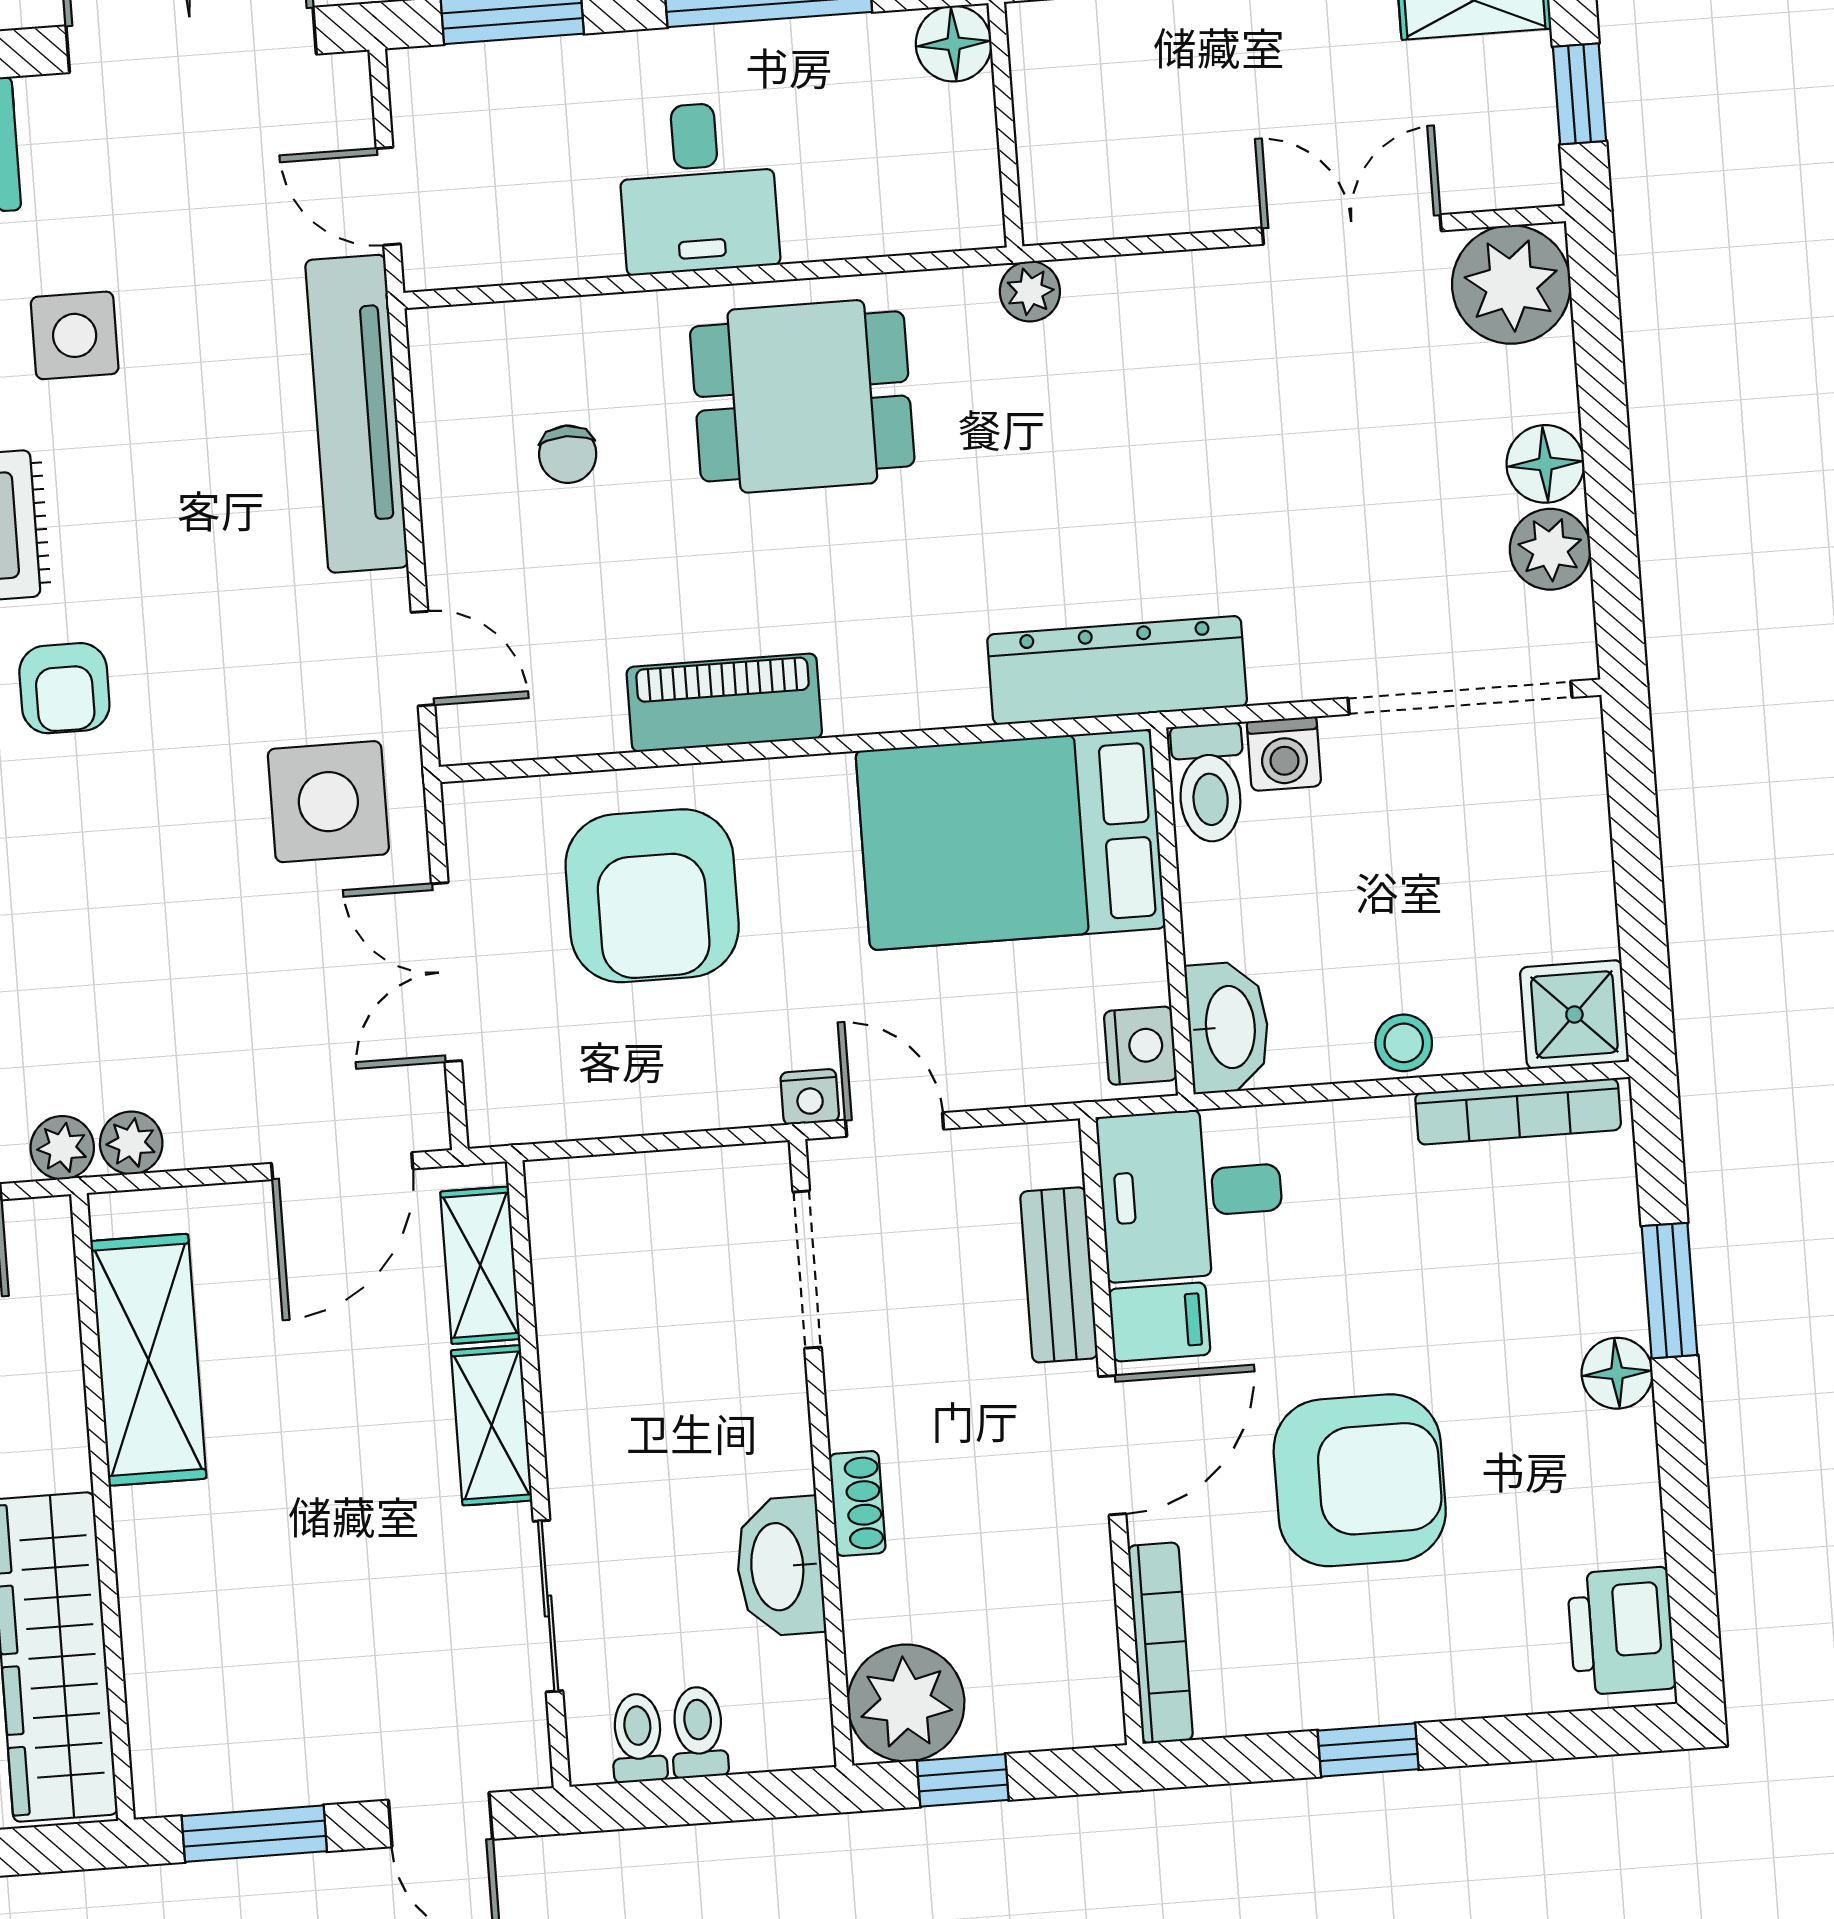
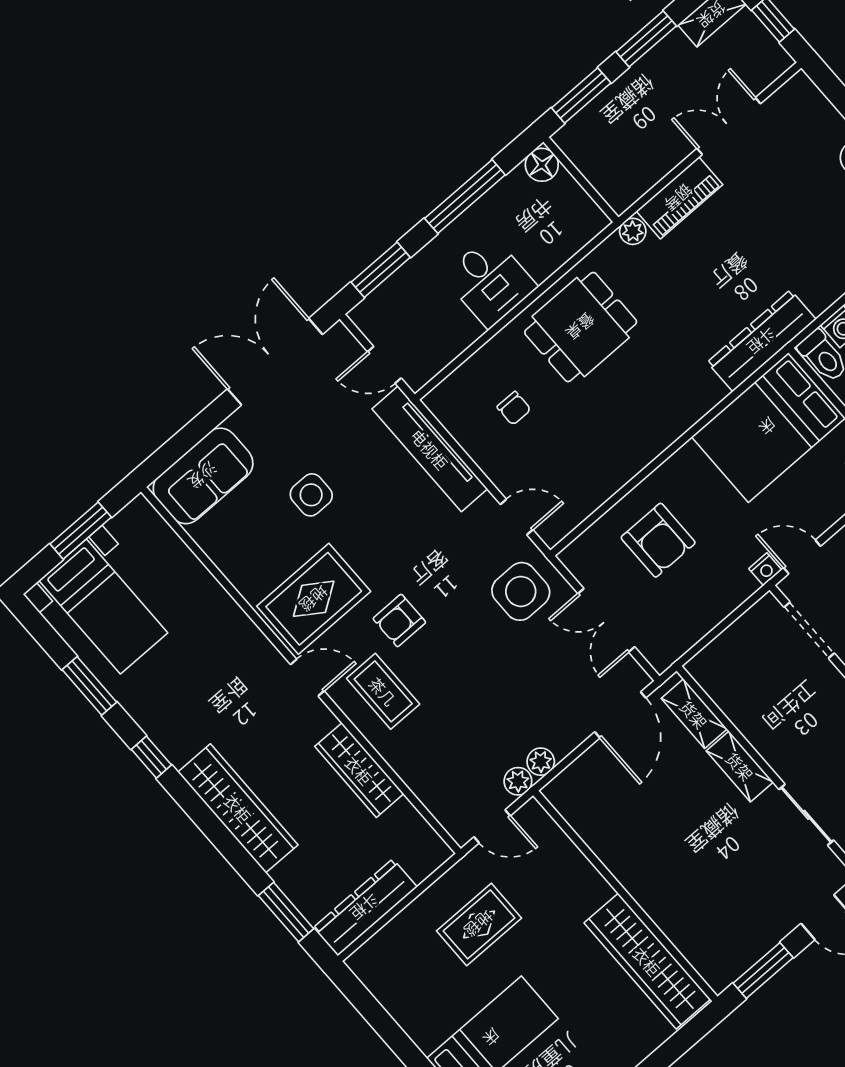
plant: (1511, 285) -> (799, 104), removed
armchair: (64, 688) -> (399, 620), turned 90
piano: (724, 703) -> (679, 198), moved, turned 180
armchair: (652, 896) -> (658, 540), width x0.73, depth x0.73
shelving: (148, 1360) -> (603, 833), removed

